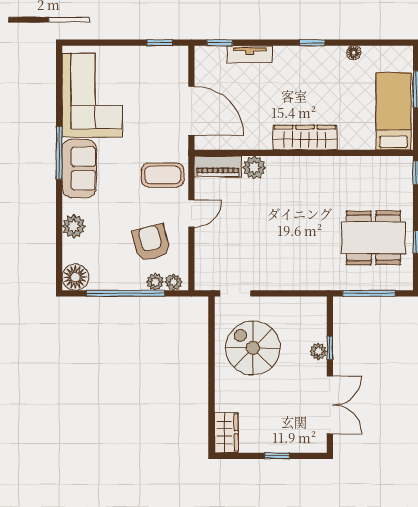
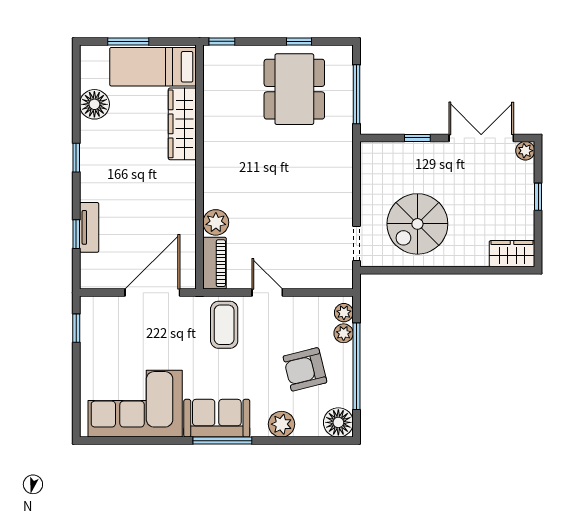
window: (220, 43) -> (76, 234), moved
floor lamp: (354, 53) -> (94, 104), width x1.89, depth x1.89
wardrobe: (305, 138) -> (182, 124), moved
window: (59, 153) -> (222, 441), moved
armchair: (151, 243) -> (305, 369), moved
plant: (318, 351) -> (525, 151), moved

